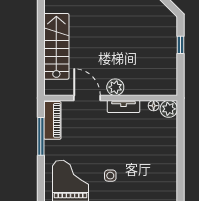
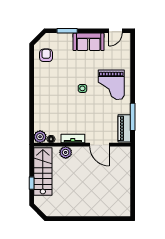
stairs: (56, 46) -> (43, 171), moved, turned 180
plant: (115, 87) -> (66, 152), moved

